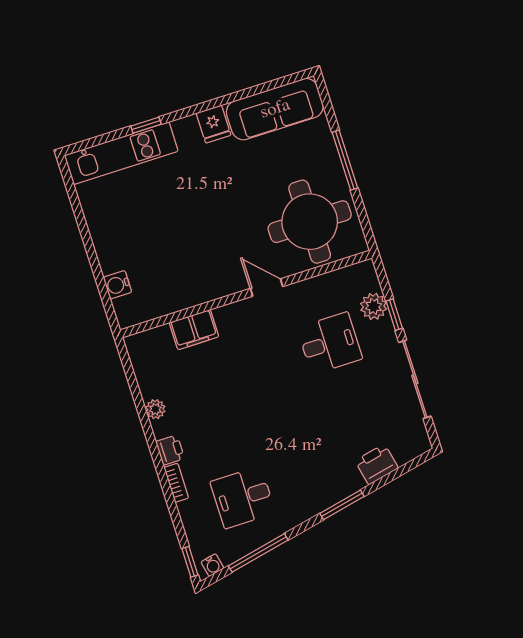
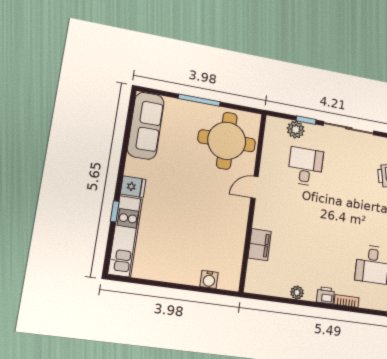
fridge: (214, 124) -> (133, 187), moved

